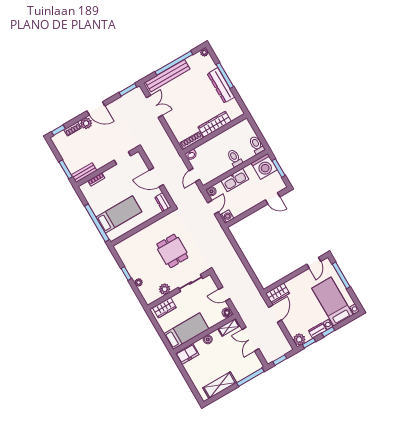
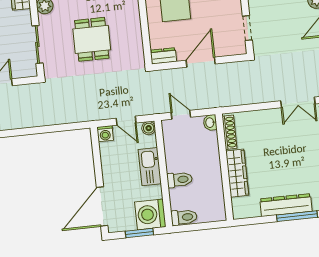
door: (273, 198) -> (102, 207), width x1.88
dining table: (172, 251) -> (92, 39), turned 90

